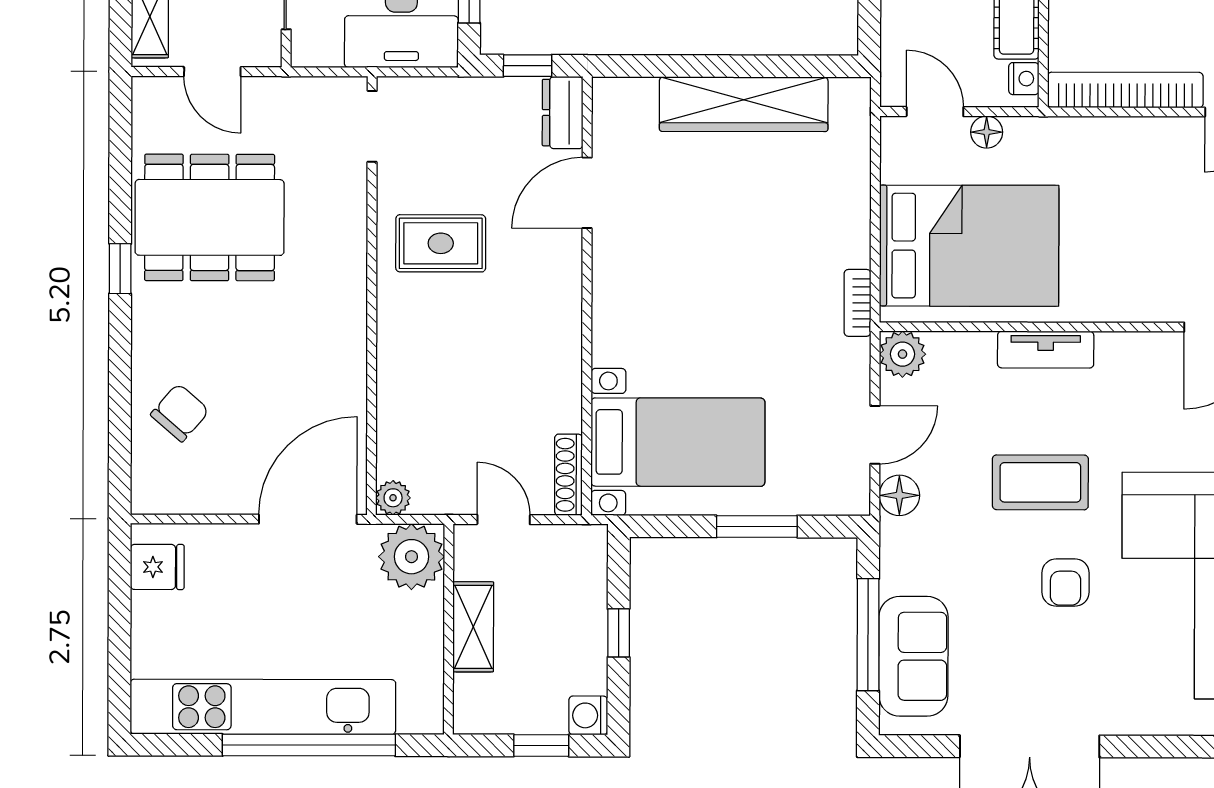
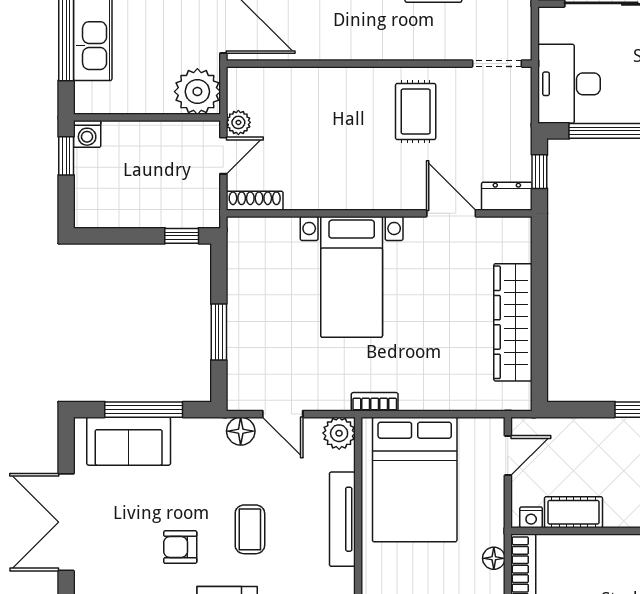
floor lamp: (987, 132) -> (494, 558), moved
tv unit: (1046, 350) -> (342, 519), width x1.41
bed with nightstands: (678, 442) -> (352, 277), moved
coffee table: (1040, 482) -> (250, 529), width x0.73, depth x0.77
plant: (393, 498) -> (238, 122), moved
shelving: (473, 627) -> (149, 135), removed
window: (619, 633) -> (182, 236), moved
washing machine: (588, 715) -> (87, 134), moved, turned 180
window: (541, 745) -> (66, 156), moved

